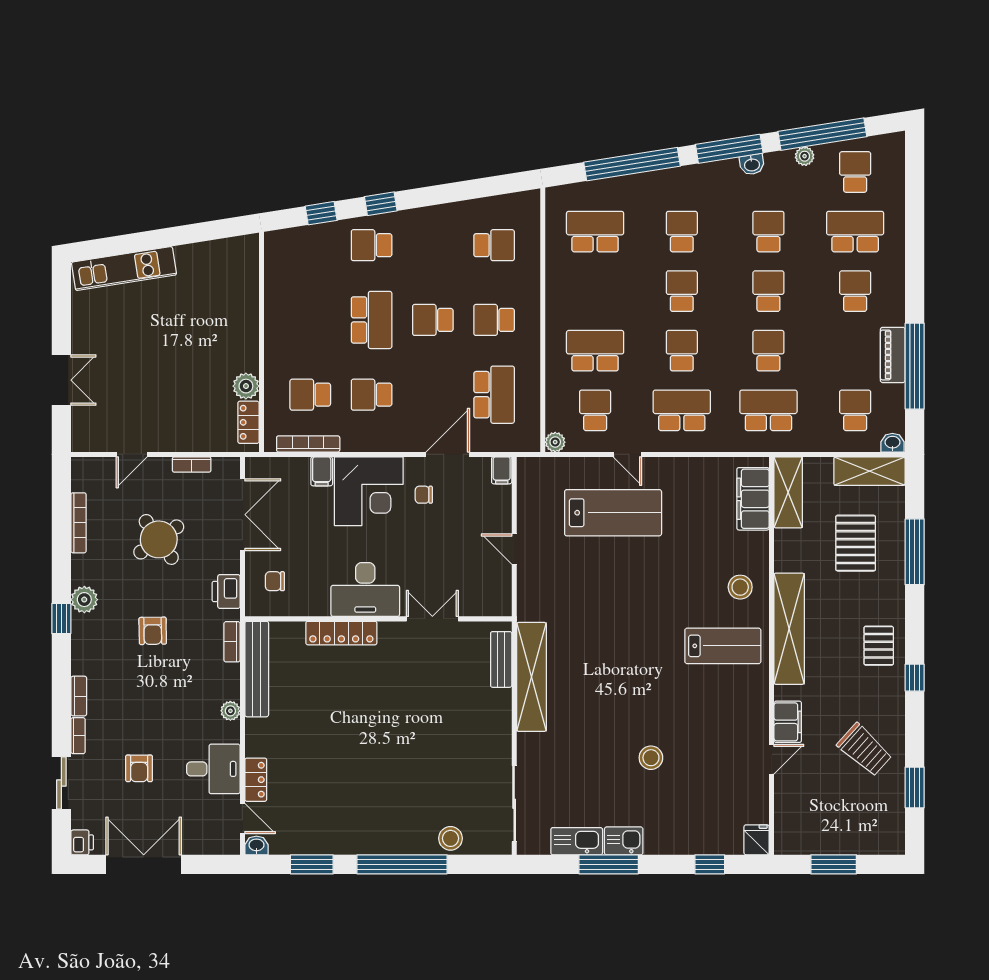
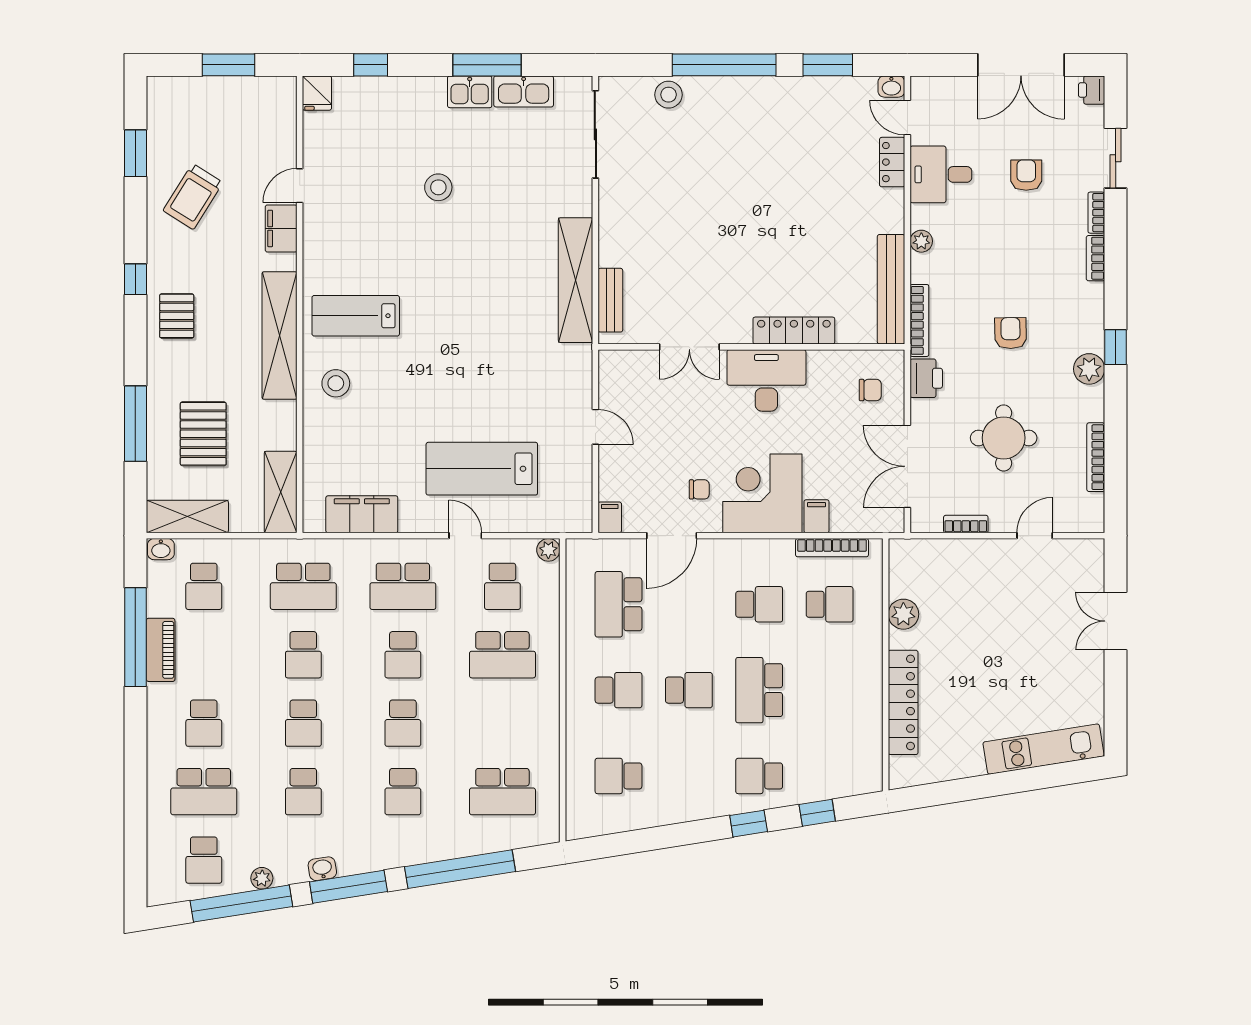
school desk: (372, 245) -> (759, 776), turned 180
locker: (248, 422) -> (903, 702), moved, width x2.16, depth x1.21
filing cabinet: (753, 499) -> (362, 514), moved, turned -90
round table: (159, 539) -> (1004, 438), turned 35
bookcase: (232, 642) -> (919, 320), width x1.56
trolley: (865, 750) -> (193, 196), turned -100

